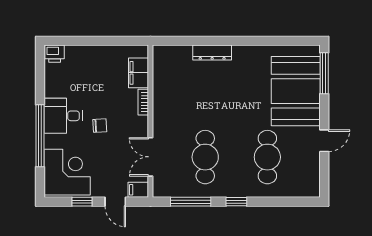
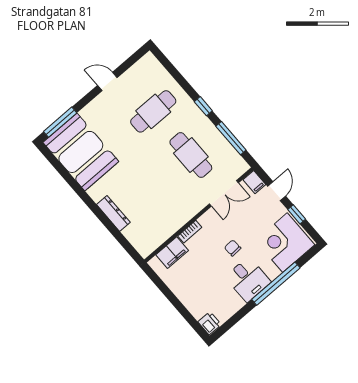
booth: (296, 91) -> (81, 152), moved, turned 90
cafe table: (205, 157) -> (191, 155), turned 90

